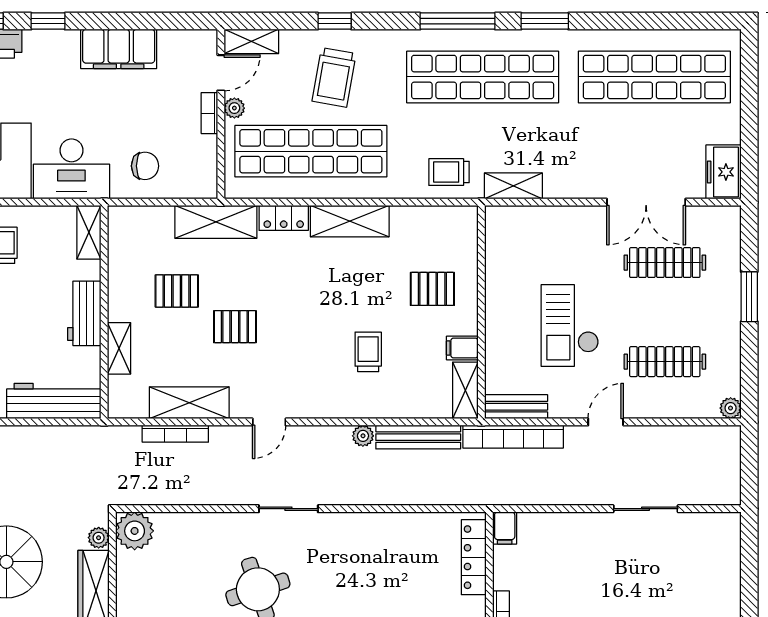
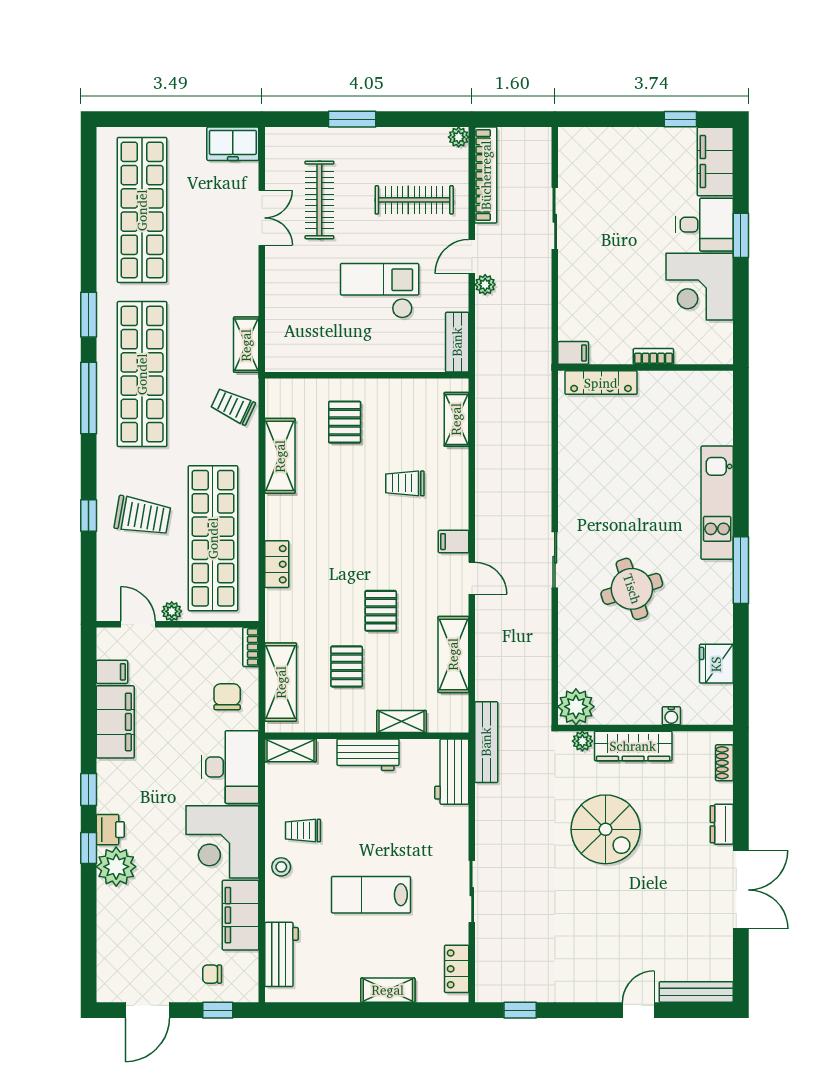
shelving: (251, 41) -> (108, 595), removed
filing cabinet: (171, 45) -> (112, 672), added
bookcase: (209, 113) -> (251, 647), moved, turned 90
trolley: (449, 172) -> (233, 406), turned 115
double door: (646, 202) -> (262, 218), width x0.73
shelving: (350, 221) -> (280, 456), moved
shelving: (216, 222) -> (281, 682), moved
checkout: (570, 325) -> (380, 291), turned 180
filing cabinet: (462, 348) -> (454, 542), moved, turned 90
clothes rail: (665, 362) -> (414, 200), turned 90
shelving: (465, 390) -> (456, 419), moved, turned 90
workbench: (54, 401) -> (452, 772), width x0.73
door: (606, 422) -> (472, 256), hinge flipped
bookcase: (175, 434) -> (483, 668), removed
plant: (363, 436) -> (485, 285), moved
bench: (418, 437) -> (486, 742), moved
bookcase: (513, 437) -> (486, 175), moved

